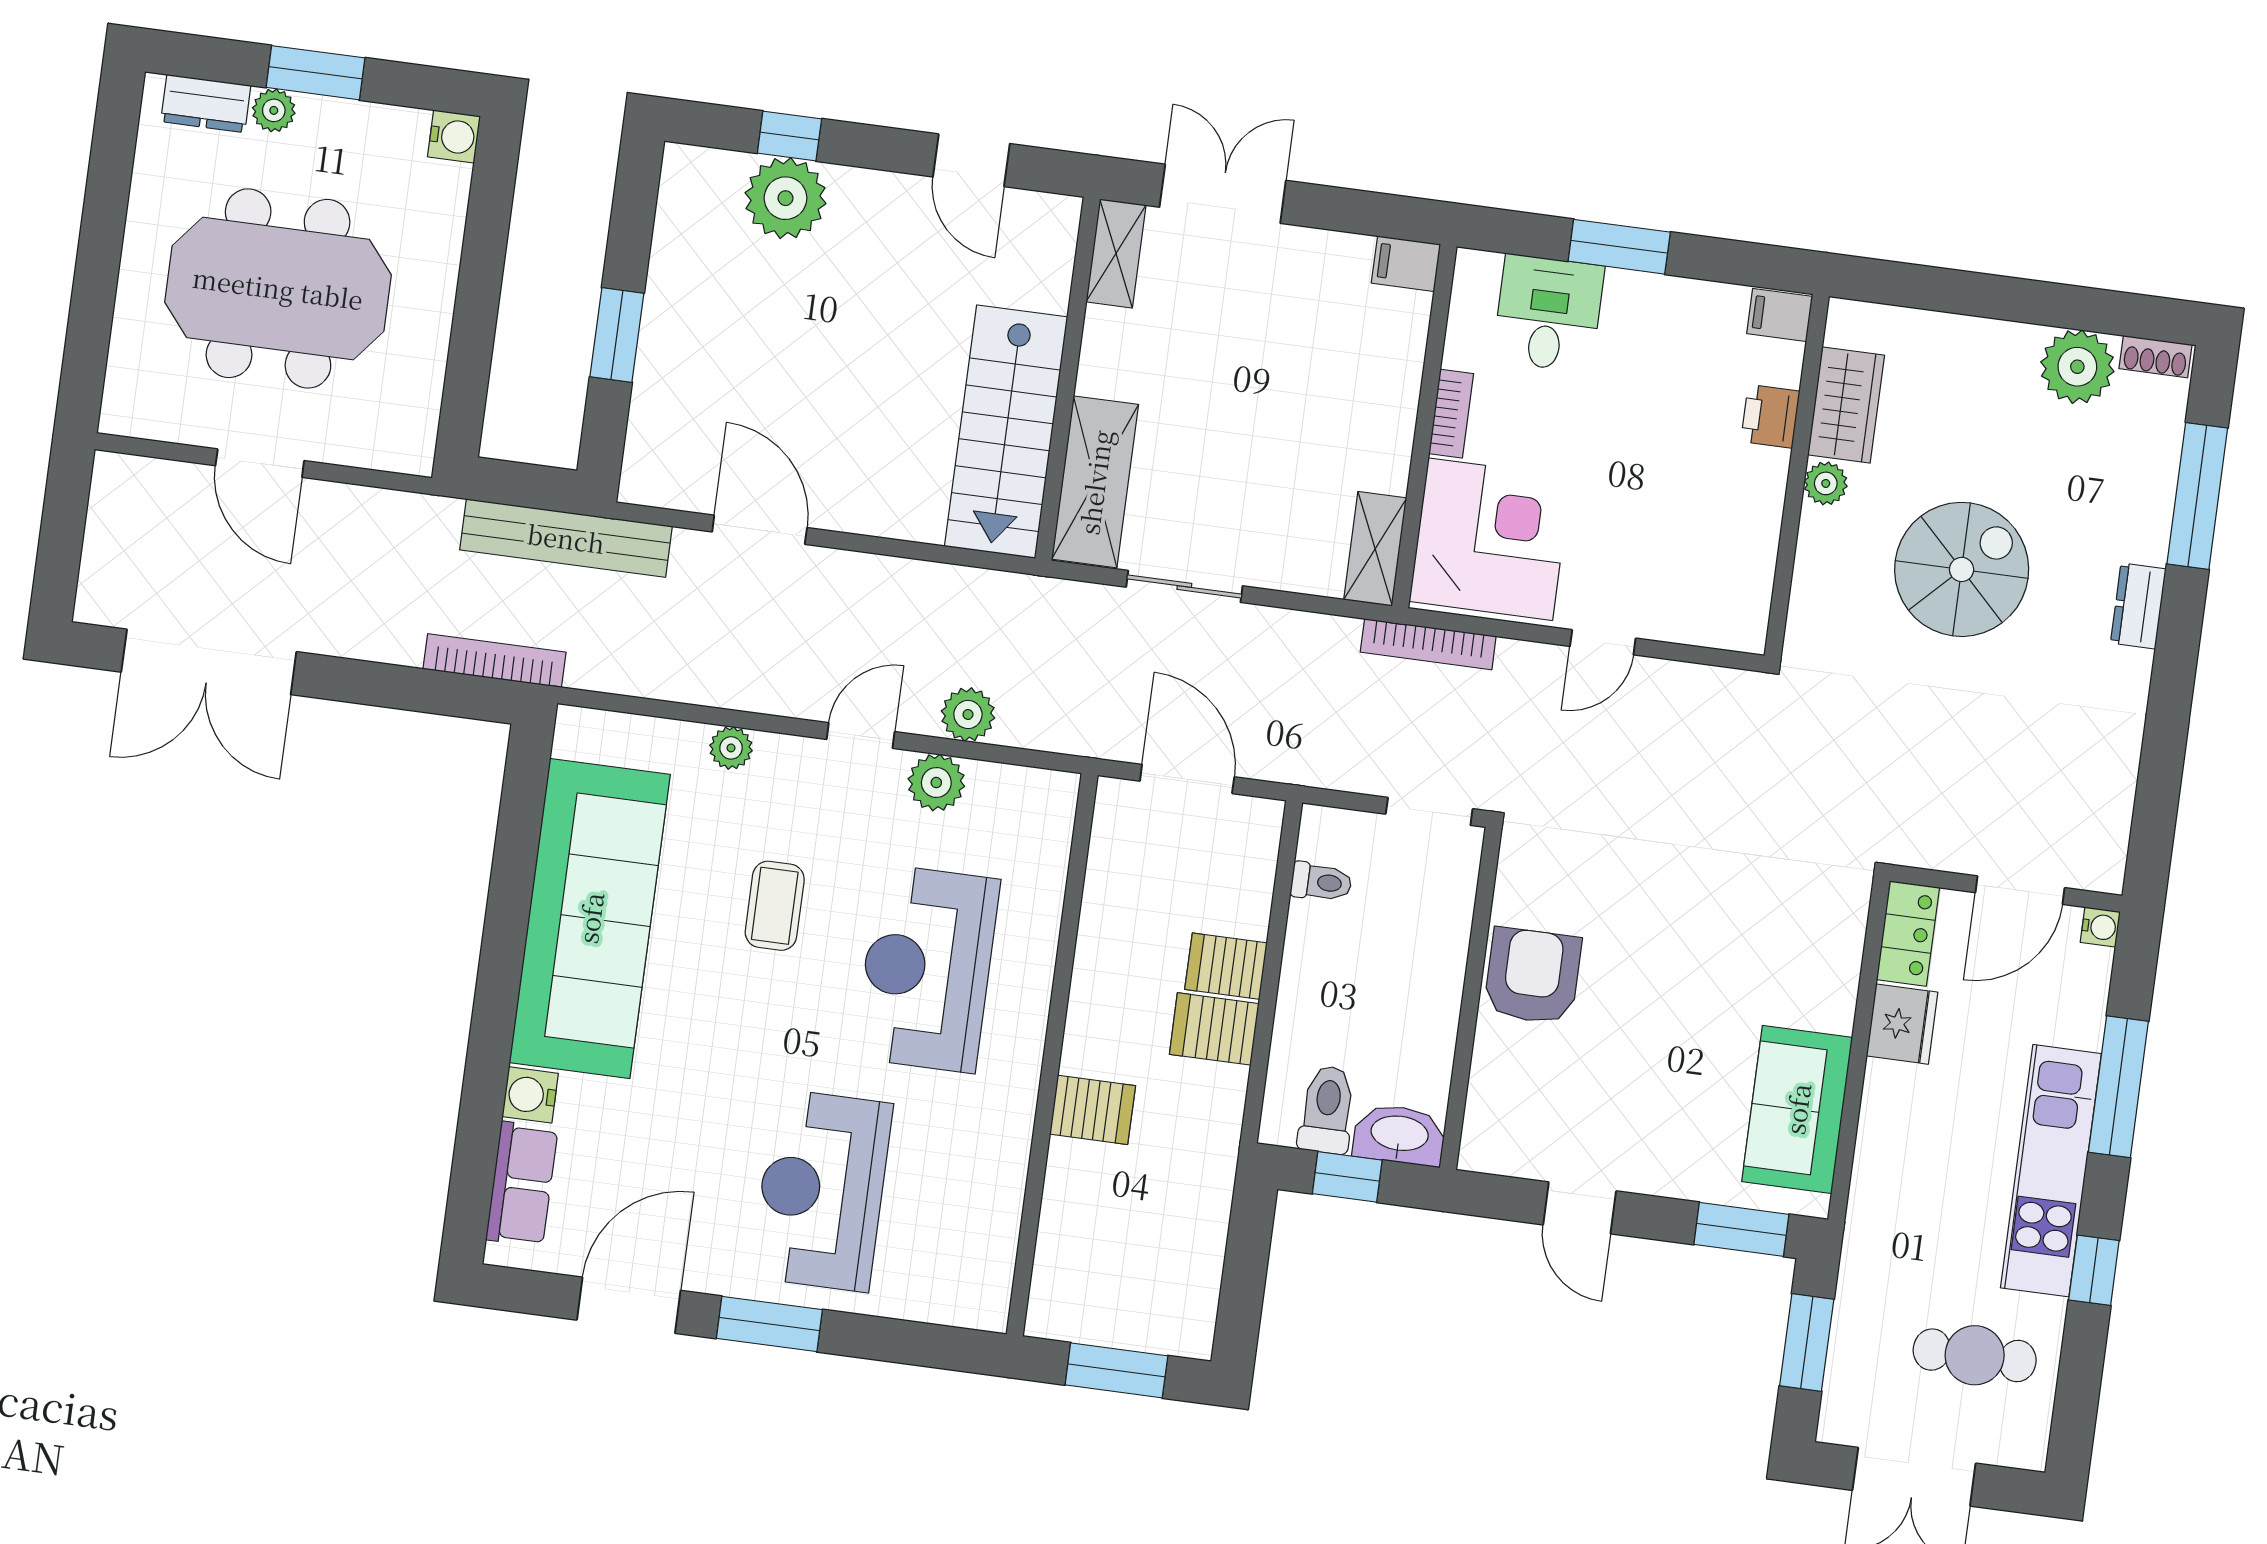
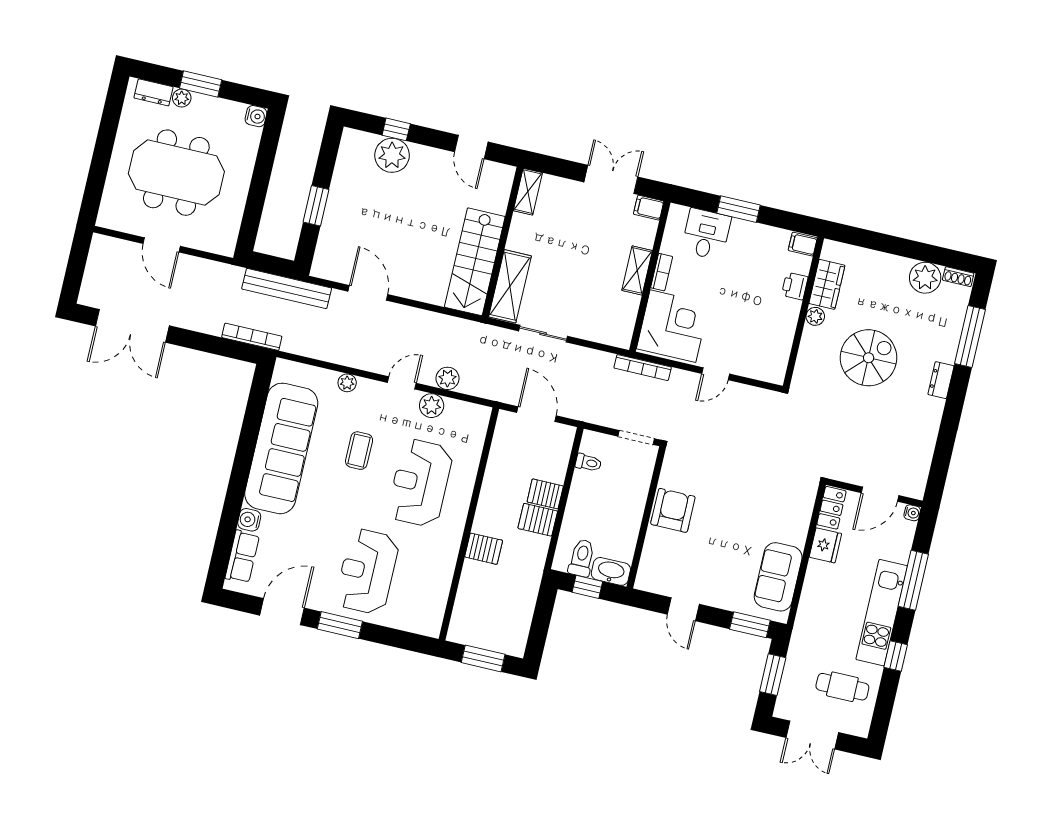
double door: (1223, 194) -> (611, 179), moved
shelving: (1375, 549) -> (637, 270), moved

